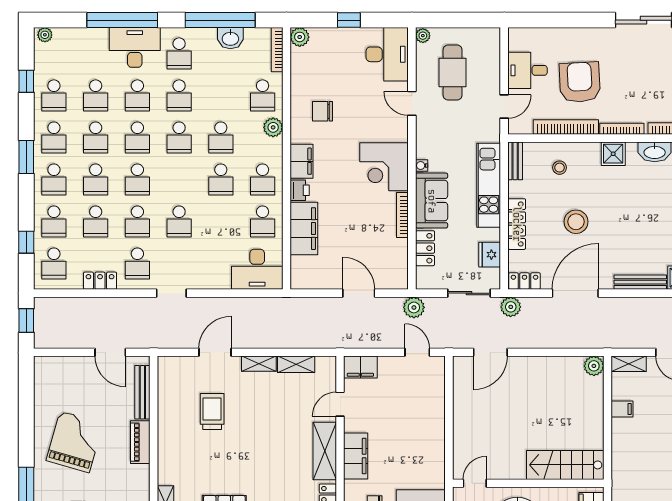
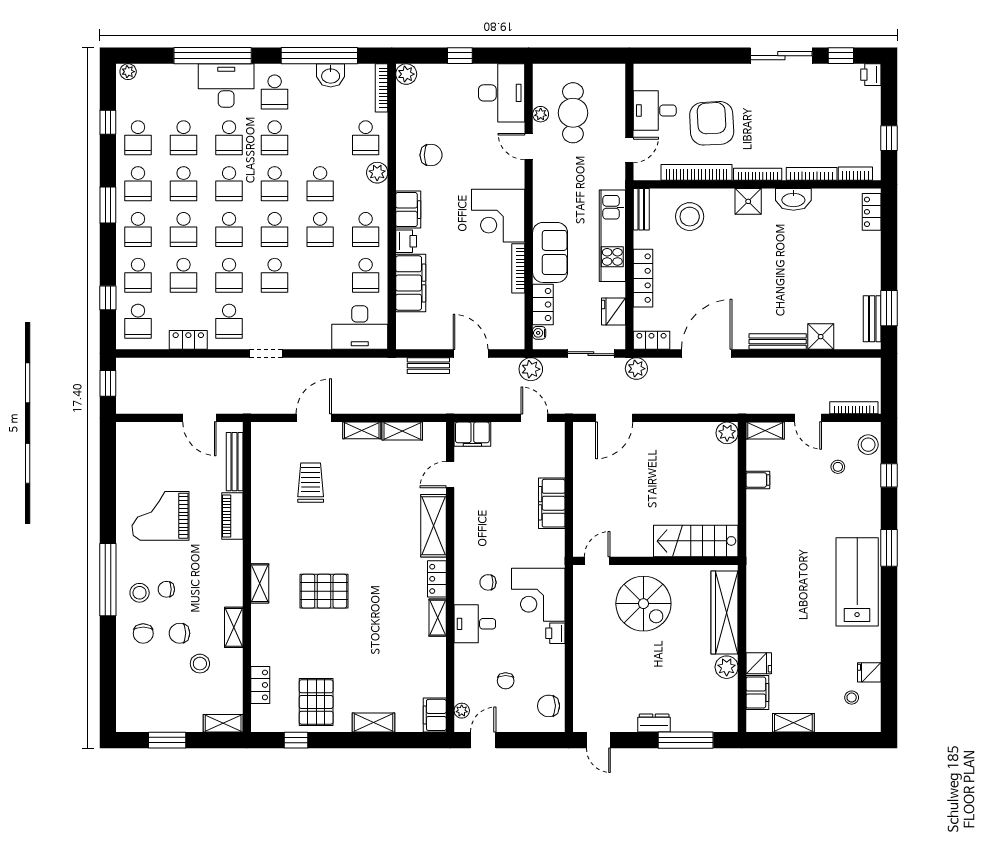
plant: (423, 36) -> (541, 114), moved
chair: (323, 111) -> (431, 155), turned 180
water cooler: (422, 166) -> (539, 333), moved
stool: (560, 168) -> (690, 217), width x1.89, depth x1.89
school desk: (179, 179) -> (275, 229), added
stool: (576, 222) -> (708, 276), removed
bench: (320, 304) -> (428, 366), added
grand piano: (75, 442) -> (161, 516), turned -106
filing cabinet: (356, 456) -> (552, 503), moved, turned 180

